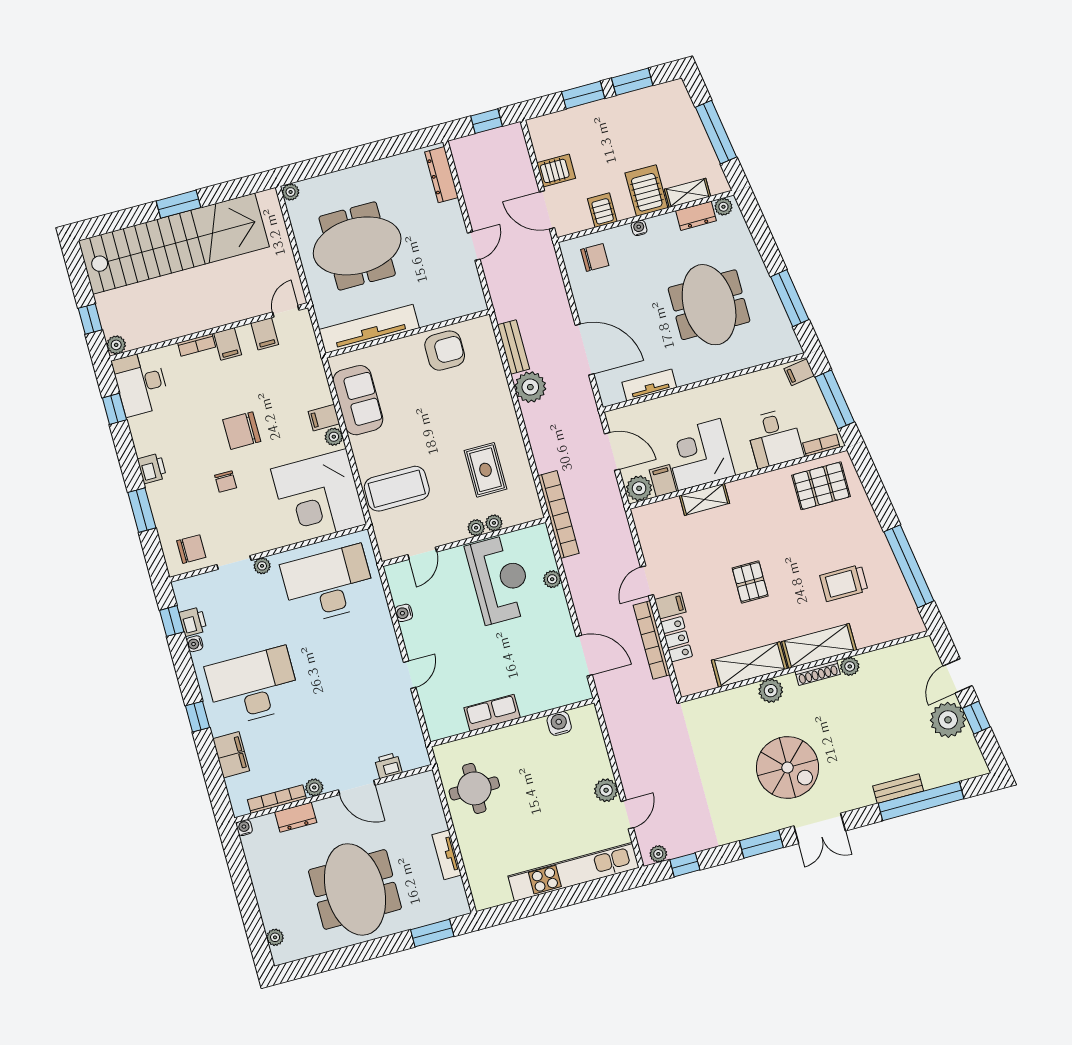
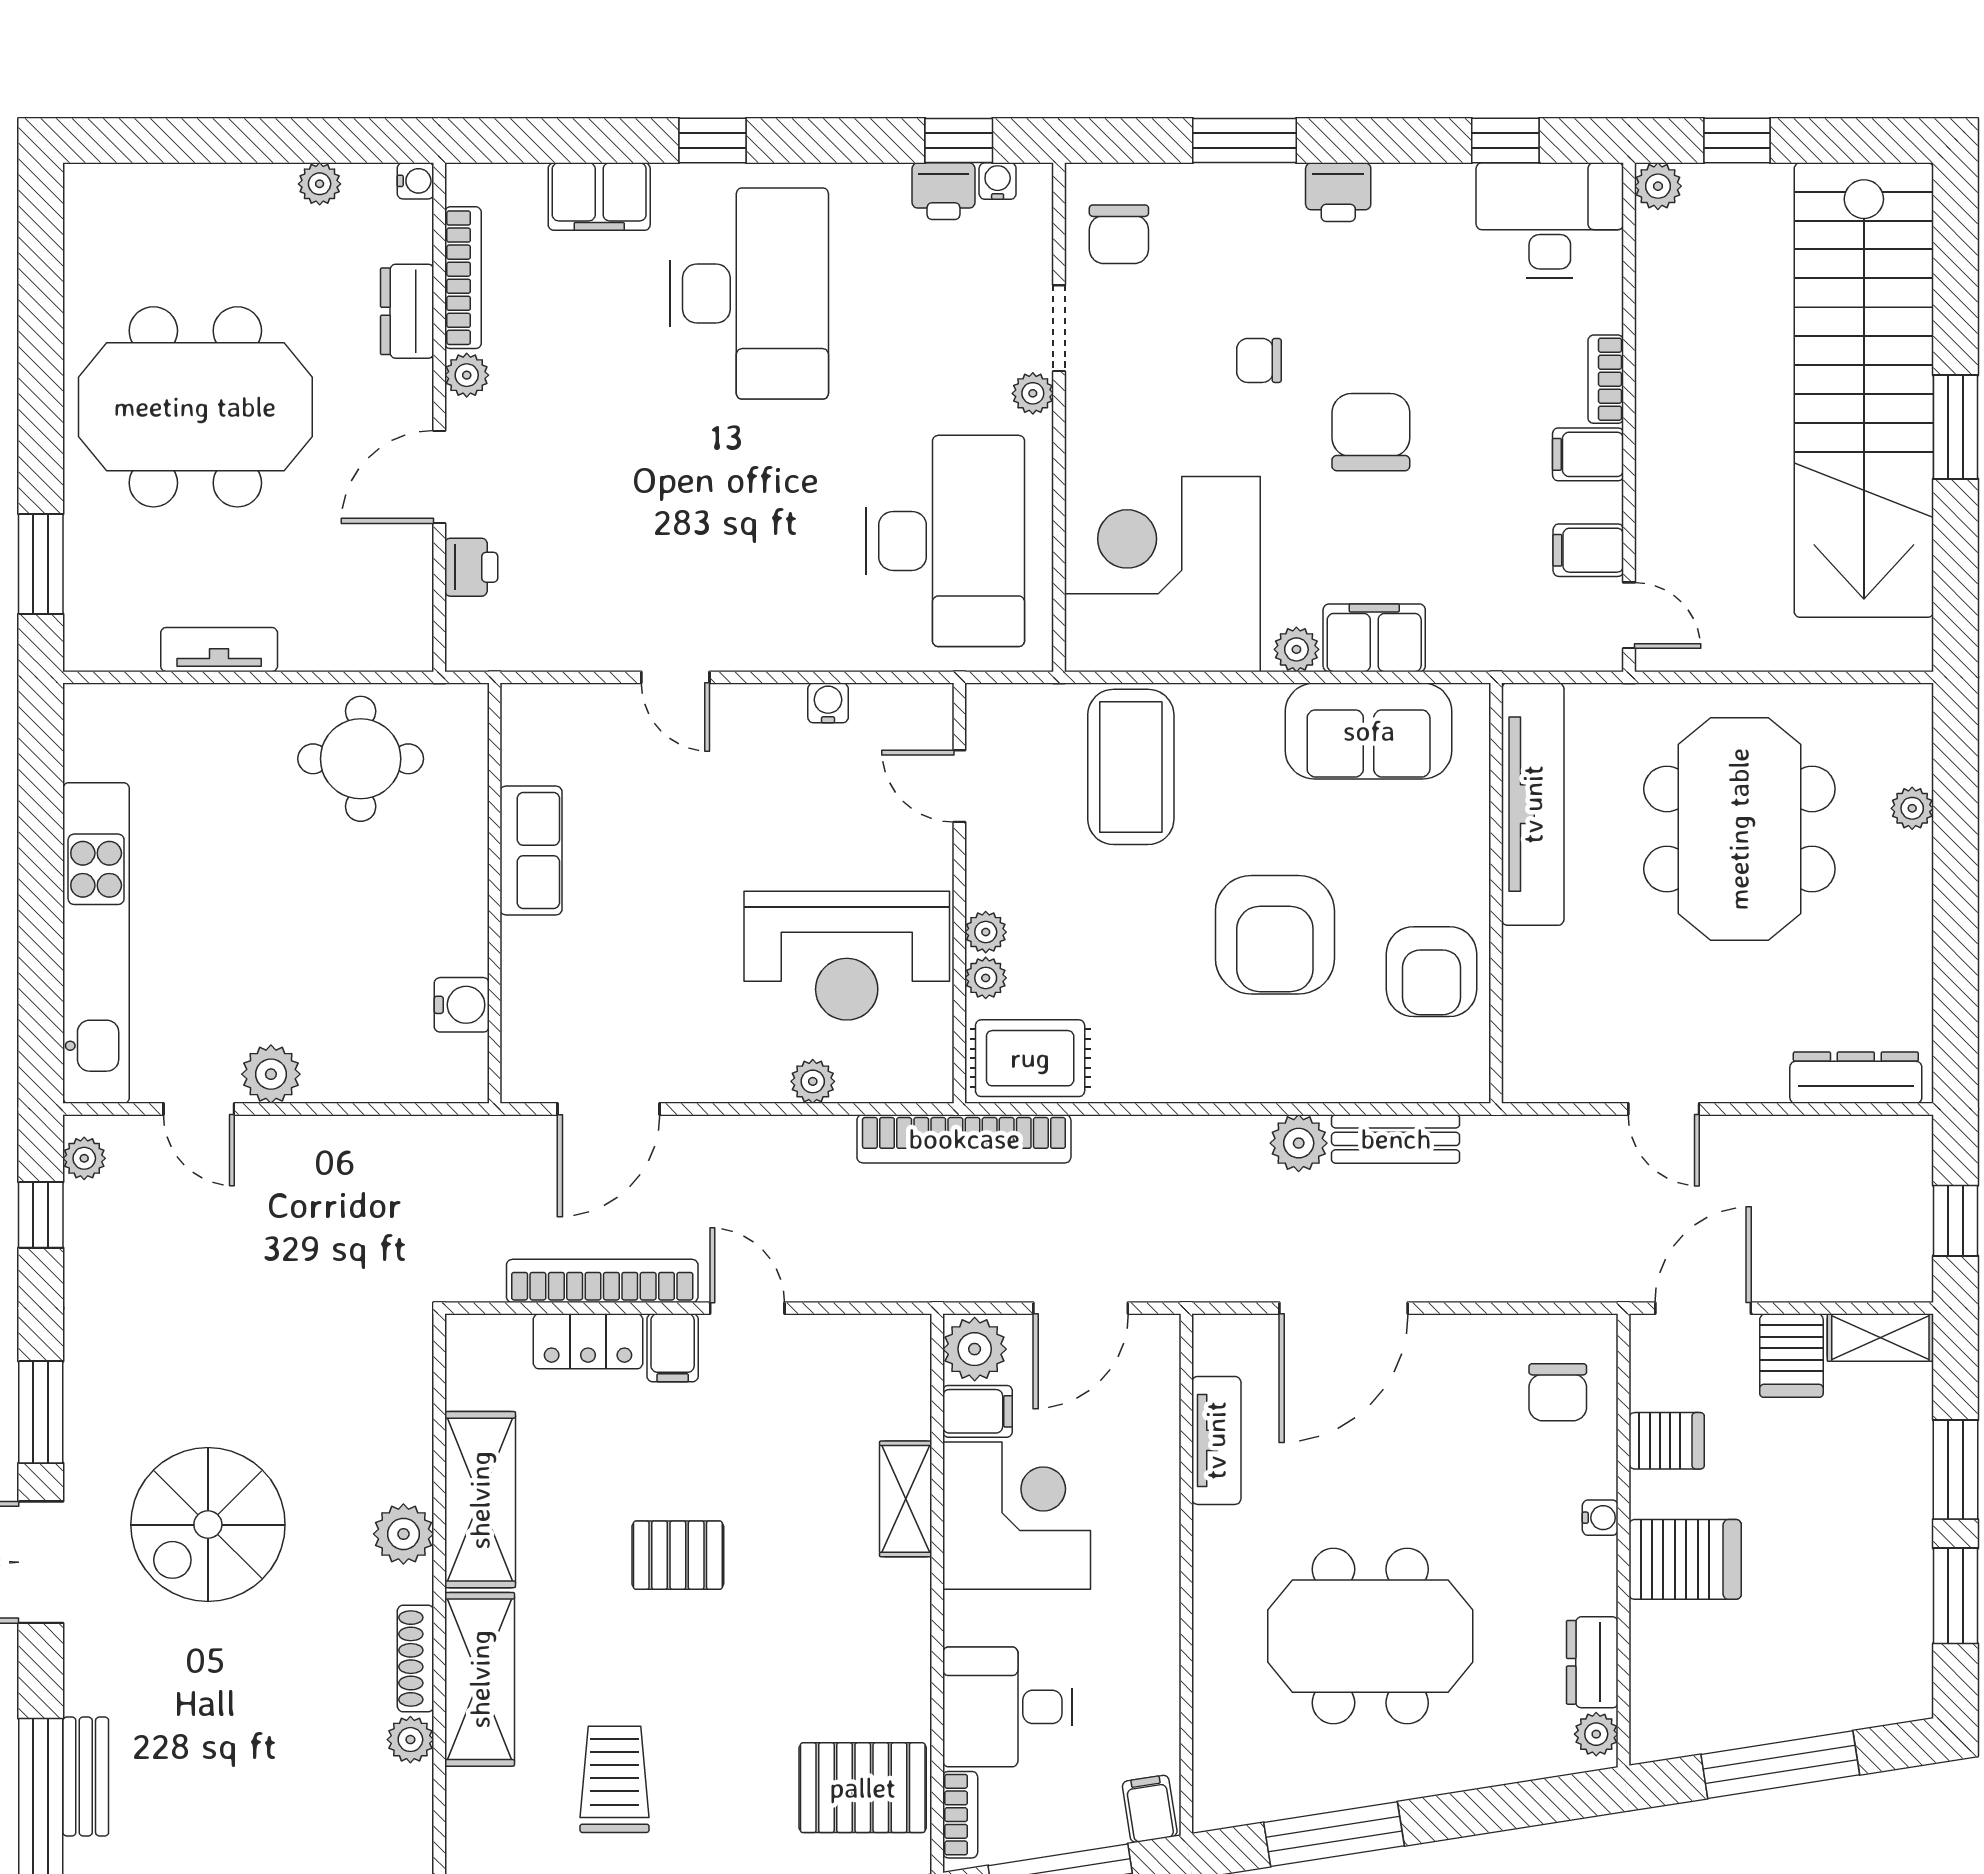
plant: (291, 192) -> (1912, 808), moved
shelving: (688, 193) -> (1880, 1338), moved, turned 90
plant: (530, 387) -> (1299, 1143), width x0.73, depth x0.73
armchair: (447, 415) -> (1275, 935), added
filing cabinet: (324, 418) -> (1374, 638), width x2.00
rug: (486, 470) -> (1030, 1058), moved
pallet: (821, 486) -> (863, 1788), turned 90
water cooler: (195, 644) -> (998, 181), moved
plant: (275, 937) -> (320, 184), moved

